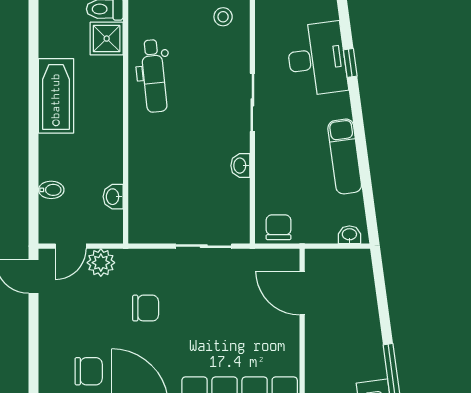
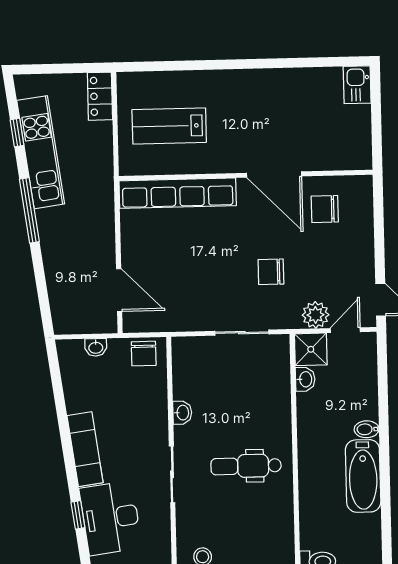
shower: (107, 39) -> (311, 349), moved
dental chair: (154, 76) -> (246, 466), moved, turned -84
exam couch: (345, 156) -> (85, 449), moved
bidet: (51, 190) -> (367, 429), moved
washbasin: (349, 235) -> (96, 347), moved
sliding door: (204, 246) -> (242, 333), moved

